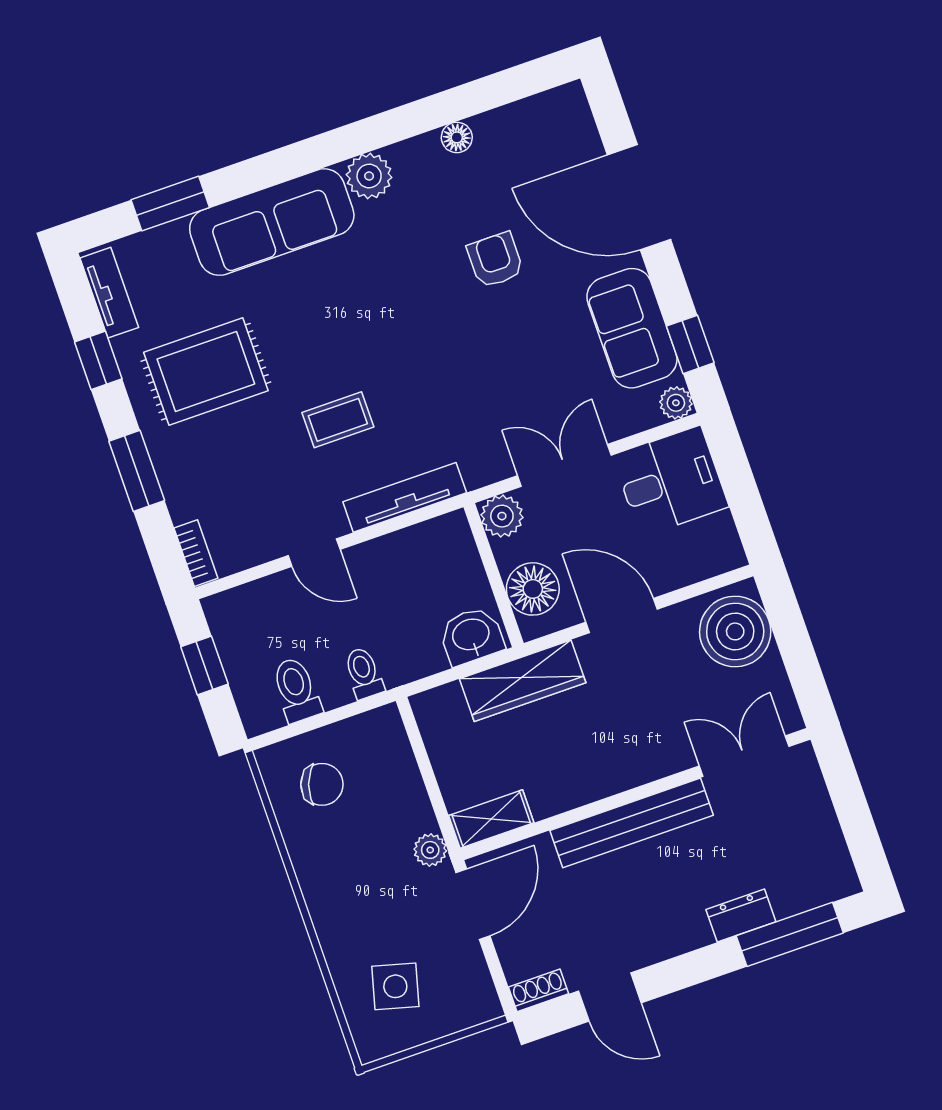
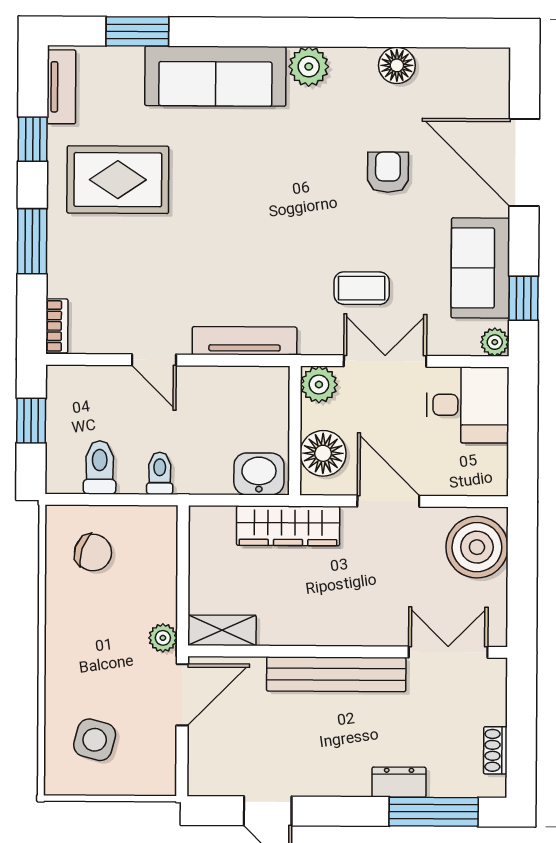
floor lamp: (457, 137) -> (397, 65), width x1.37, depth x1.37
coffee table: (338, 420) -> (362, 288), moved
shoe rack: (538, 990) -> (495, 750), moved, turned -90

